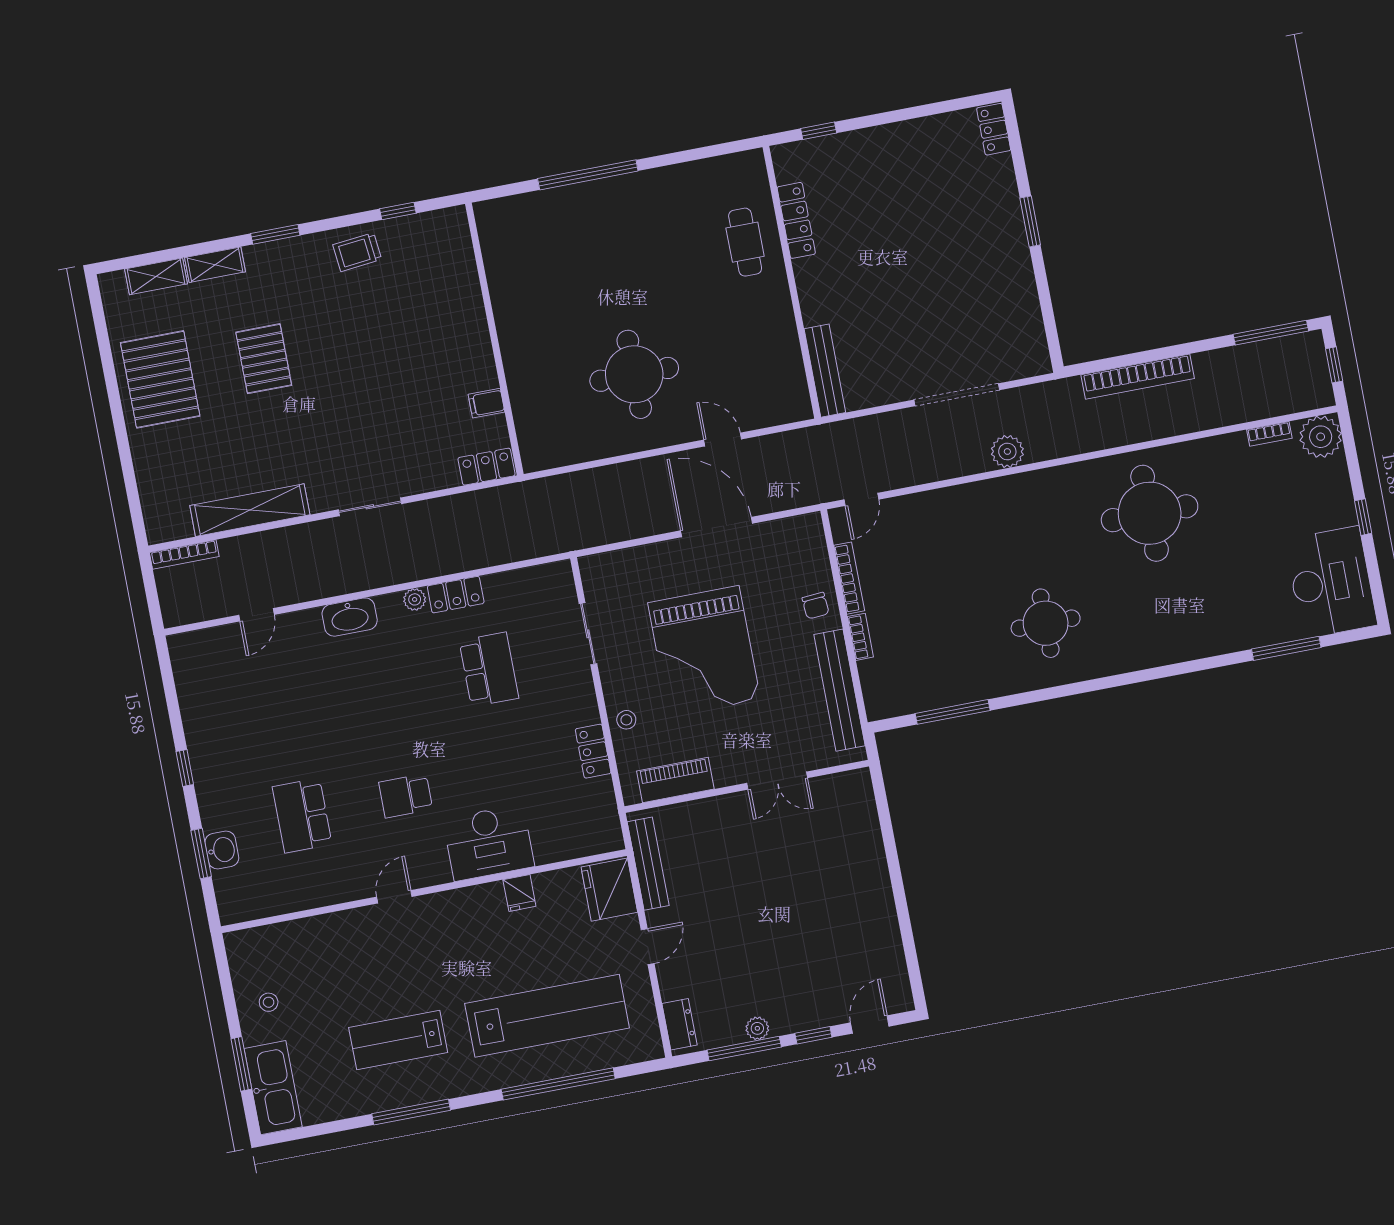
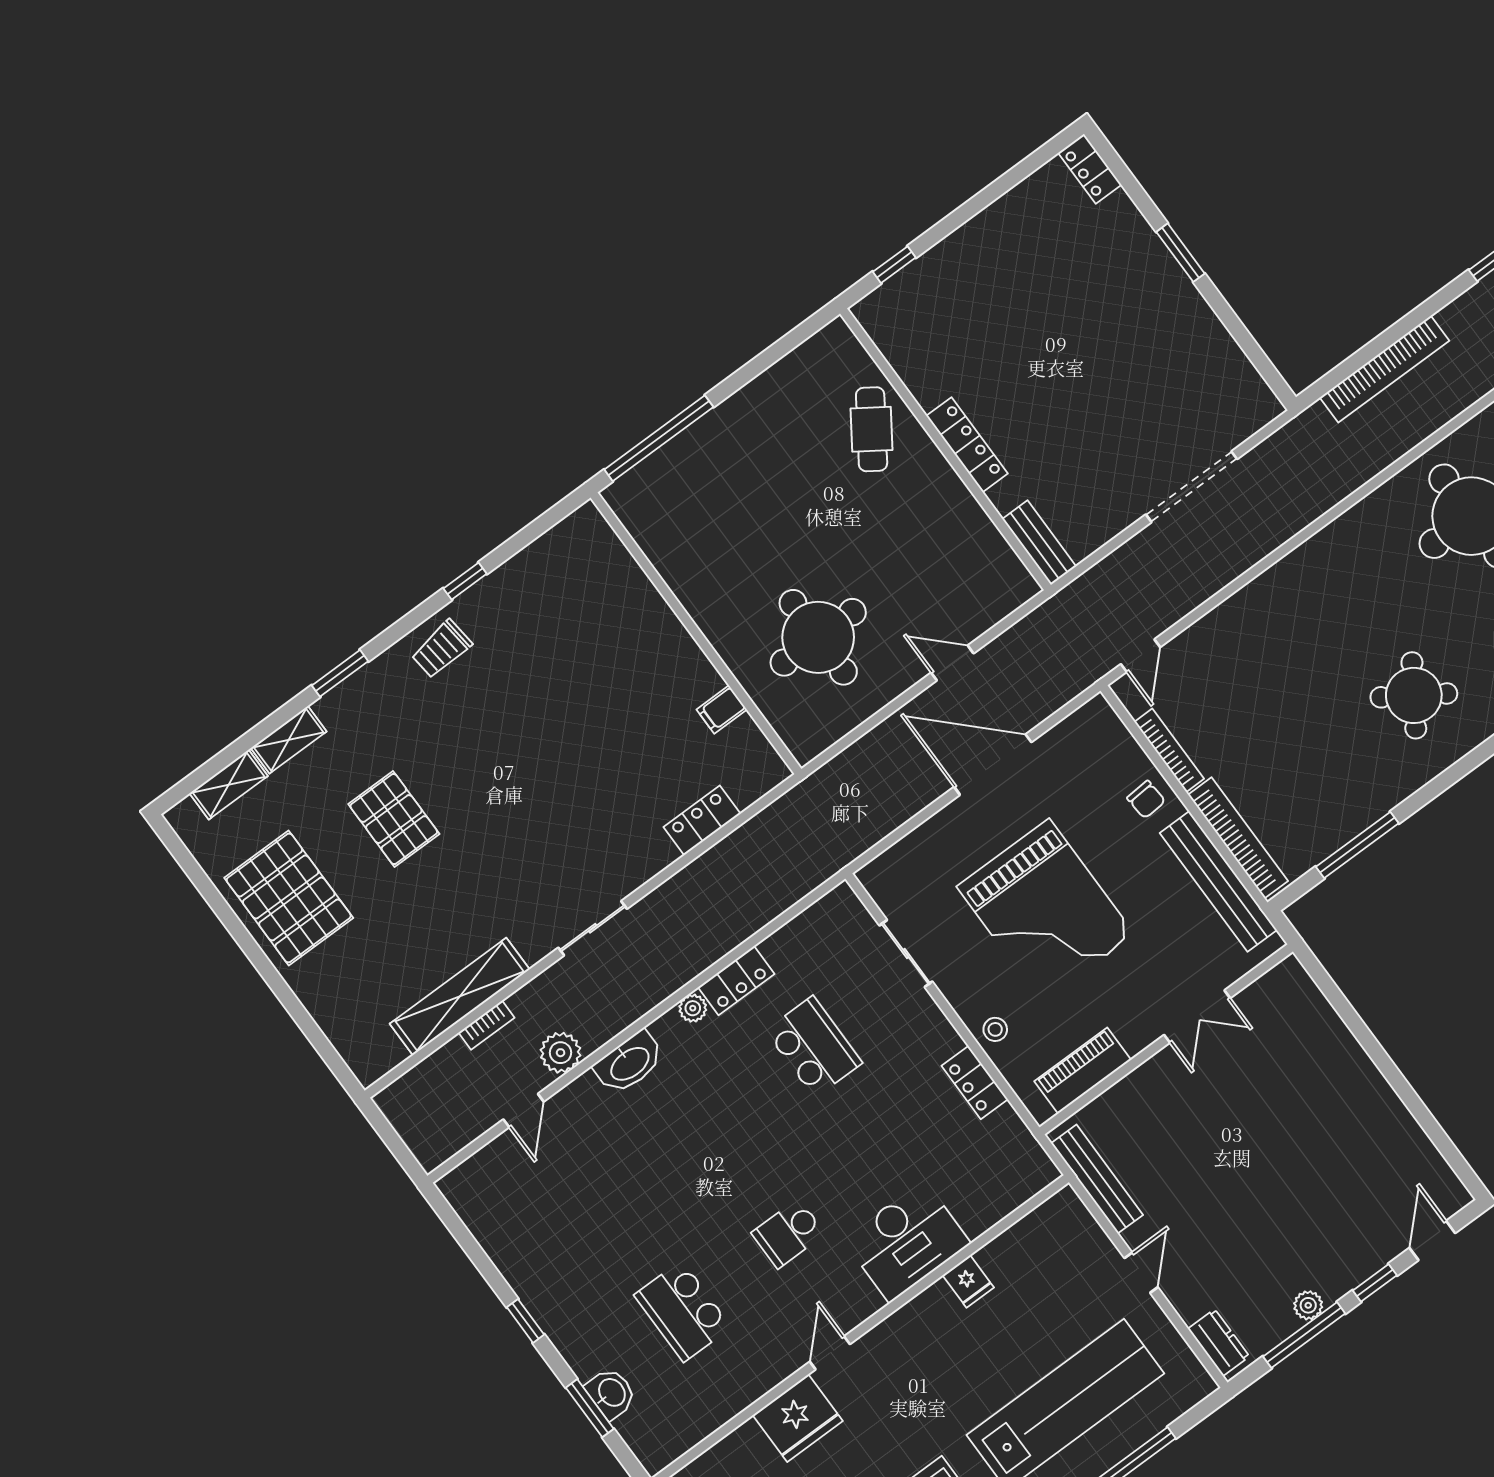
locker: (796, 220) -> (967, 445), moved
cafe table: (745, 242) -> (872, 429), turned 34
wall: (494, 339) -> (696, 633), moved
bench: (825, 371) -> (1039, 543), width x0.73
filing cabinet: (486, 403) -> (722, 709), moved
plant: (1007, 452) -> (561, 1053), moved
bookcase: (184, 554) -> (486, 1025), moved, width x0.64
round table: (1046, 623) -> (1414, 695), turned 33
bookcase: (860, 637) -> (1238, 838), width x2.31, depth x1.31
fridge: (609, 890) -> (798, 1418), moved, turned -90

